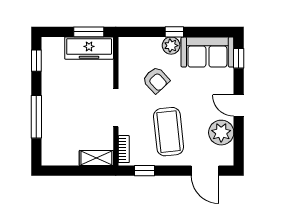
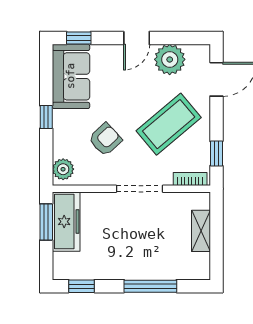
plant: (171, 46) -> (63, 169), moved
coffee table: (169, 132) -> (169, 124), turned -34
shelving: (96, 158) -> (201, 231), moved

